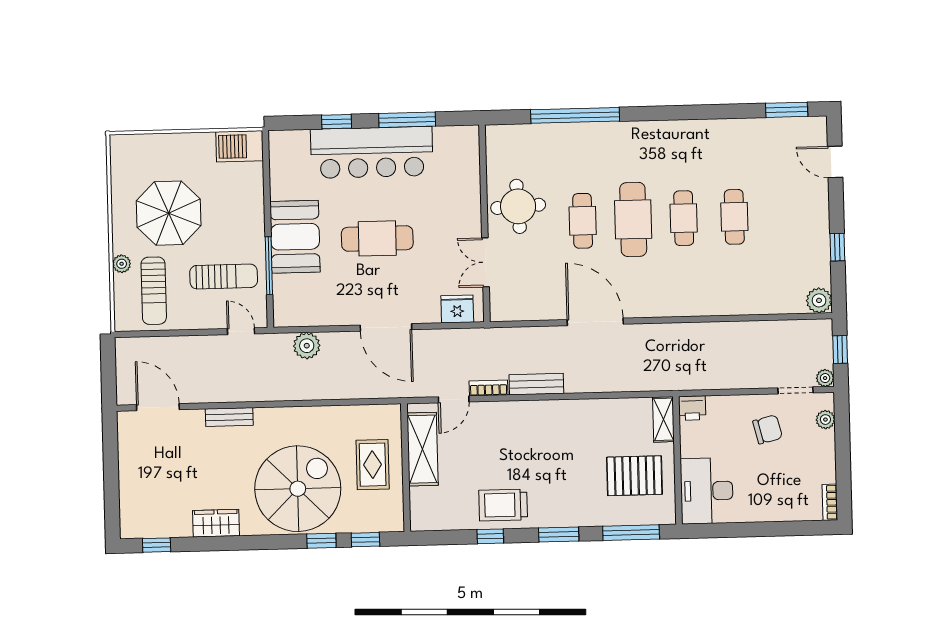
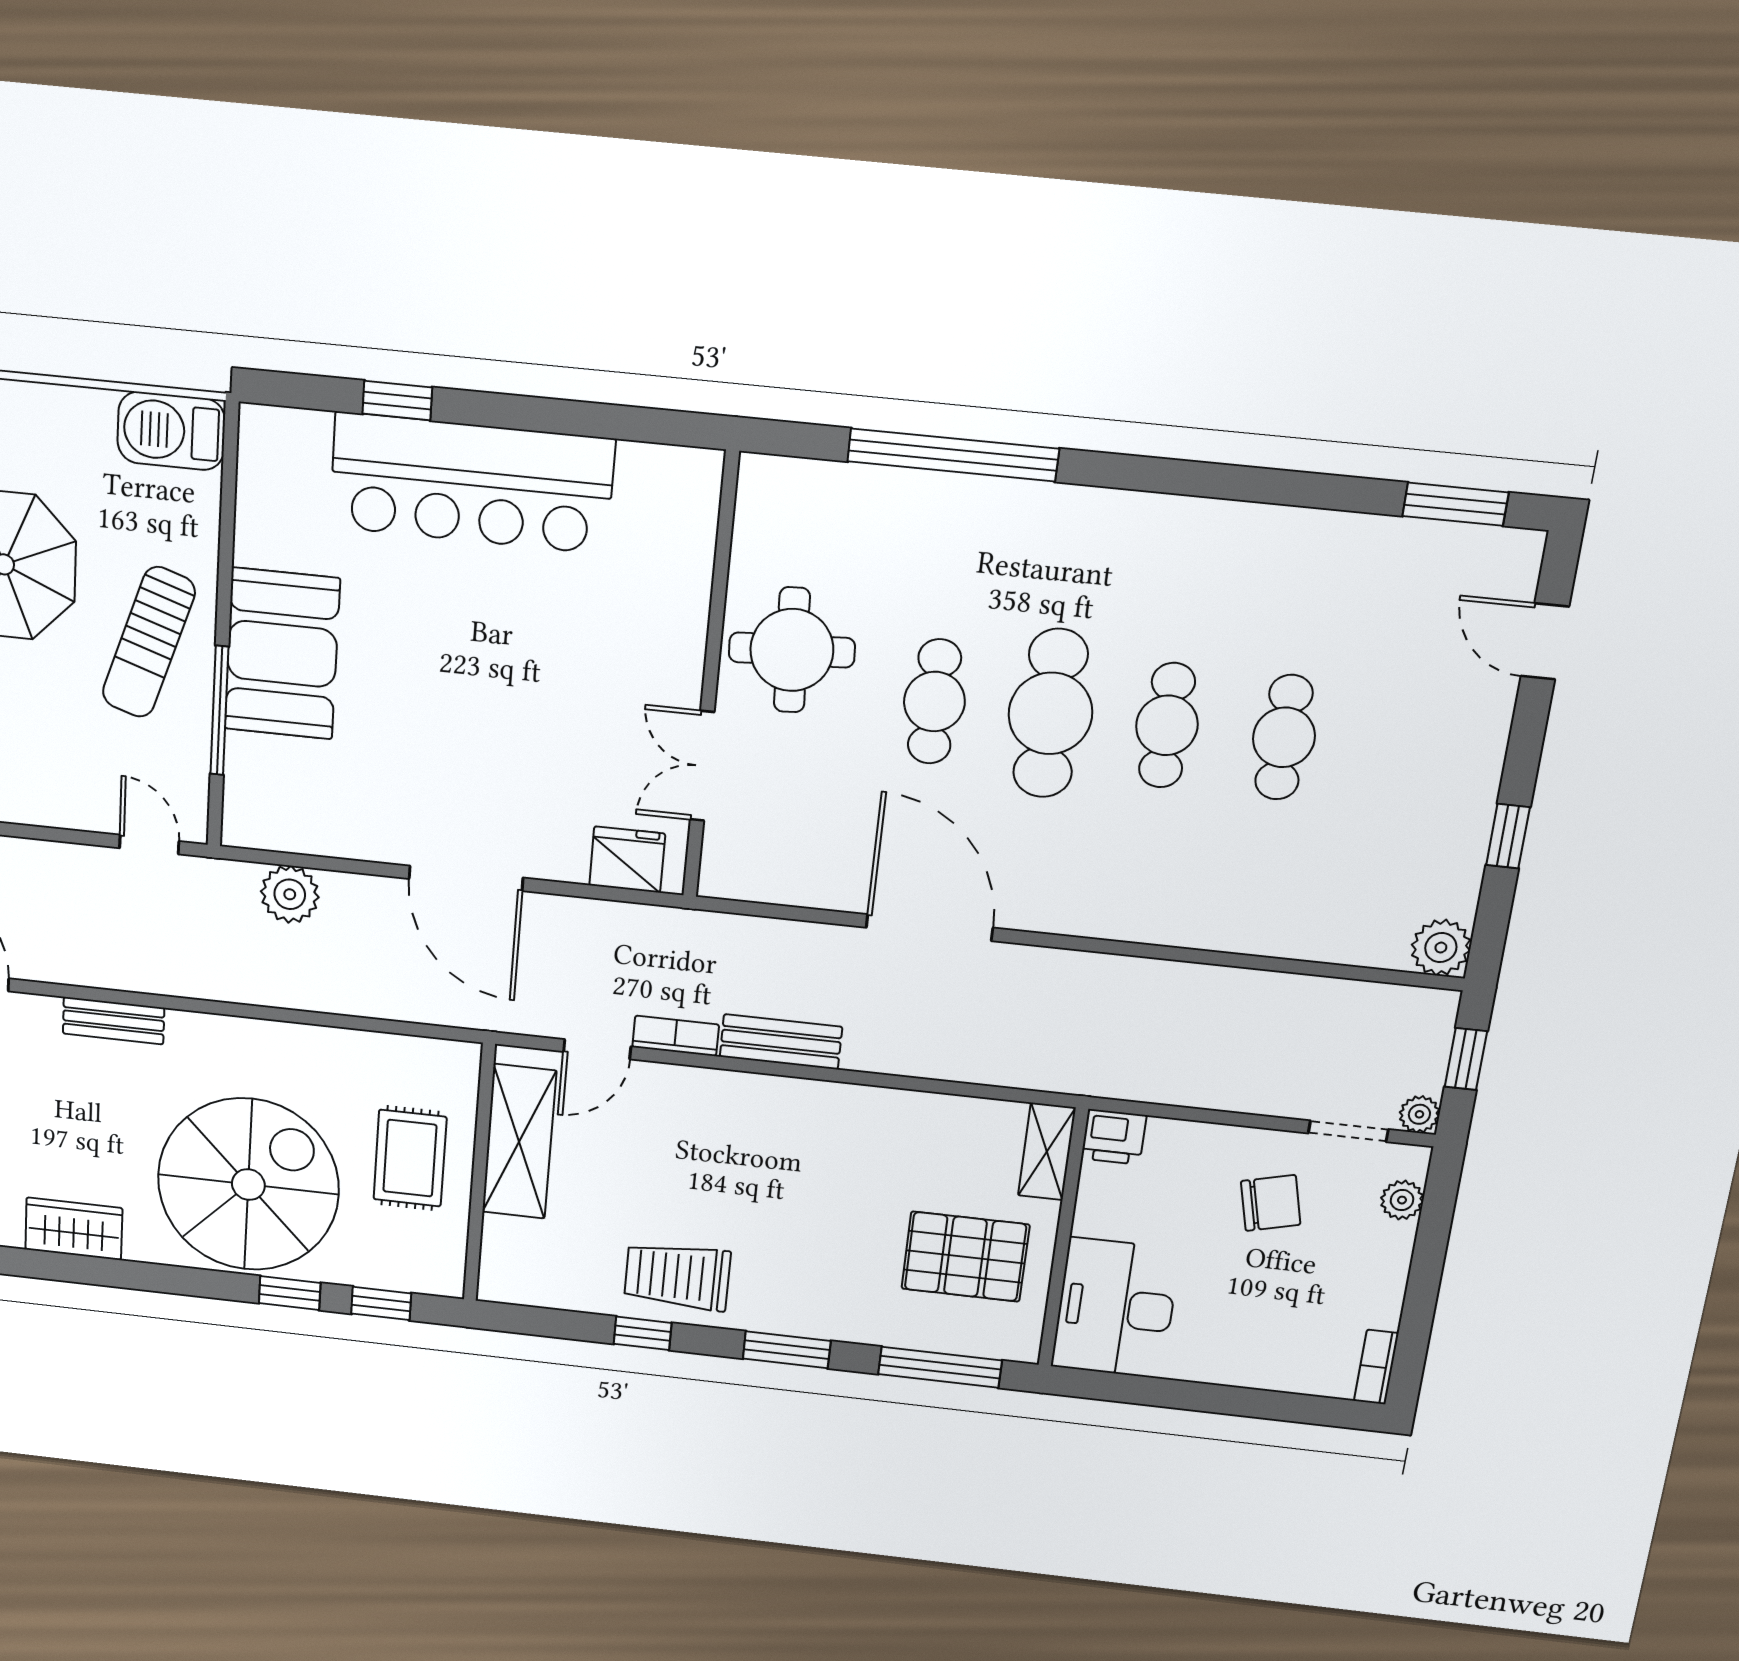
window: (407, 120) -> (561, 417), removed
cafe table: (377, 238) -> (465, 681), removed
sun lounger: (224, 276) -> (149, 642), moved, turned 108

